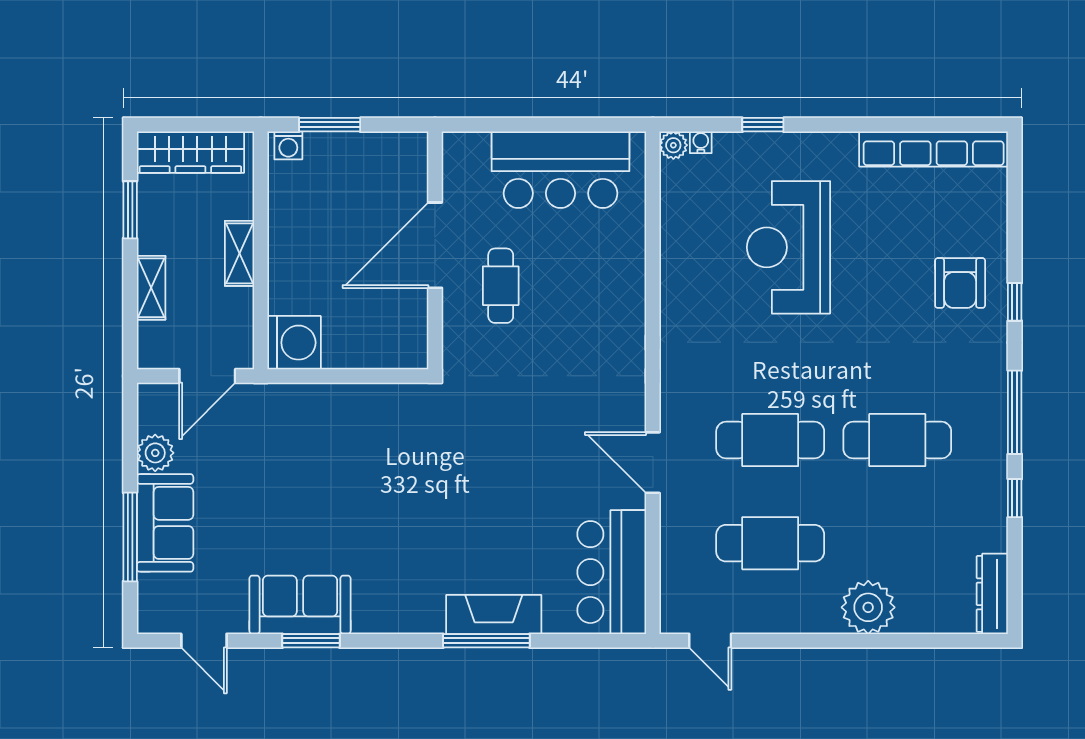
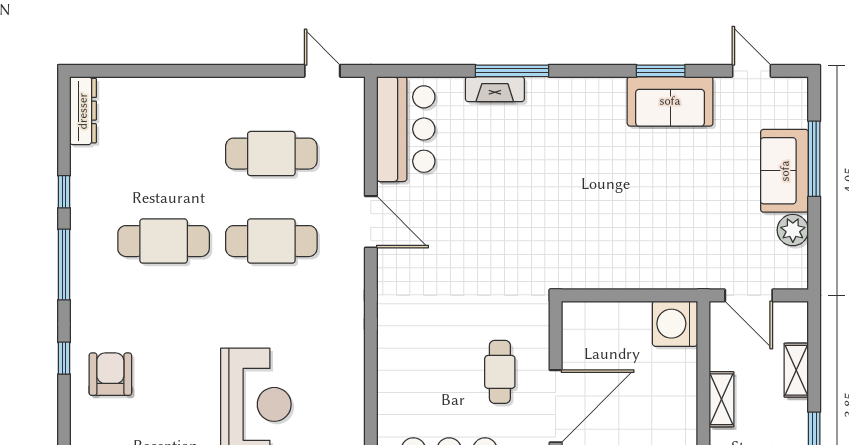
door: (207, 376) -> (749, 295), swing flipped
plant: (868, 607) -> (188, 99), removed
fireplace: (494, 614) -> (495, 89), width x0.73, depth x0.76

